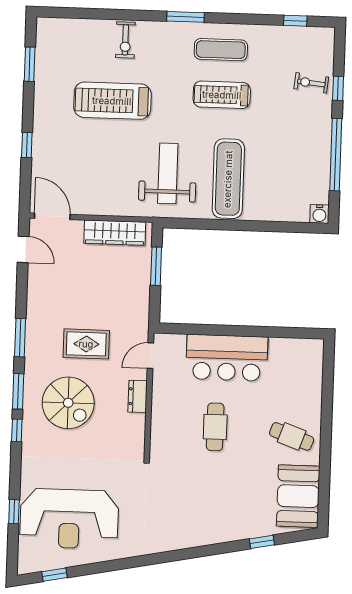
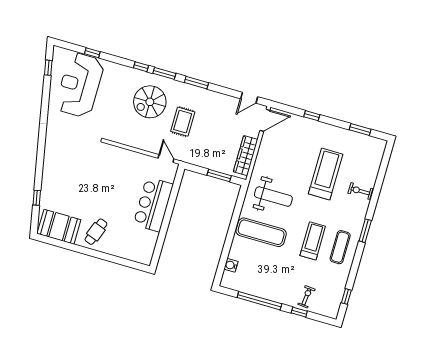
water cooler: (319, 214) -> (231, 265), moved
dresser: (138, 396) -> (143, 145), removed
cafe table: (215, 427) -> (113, 187), removed

